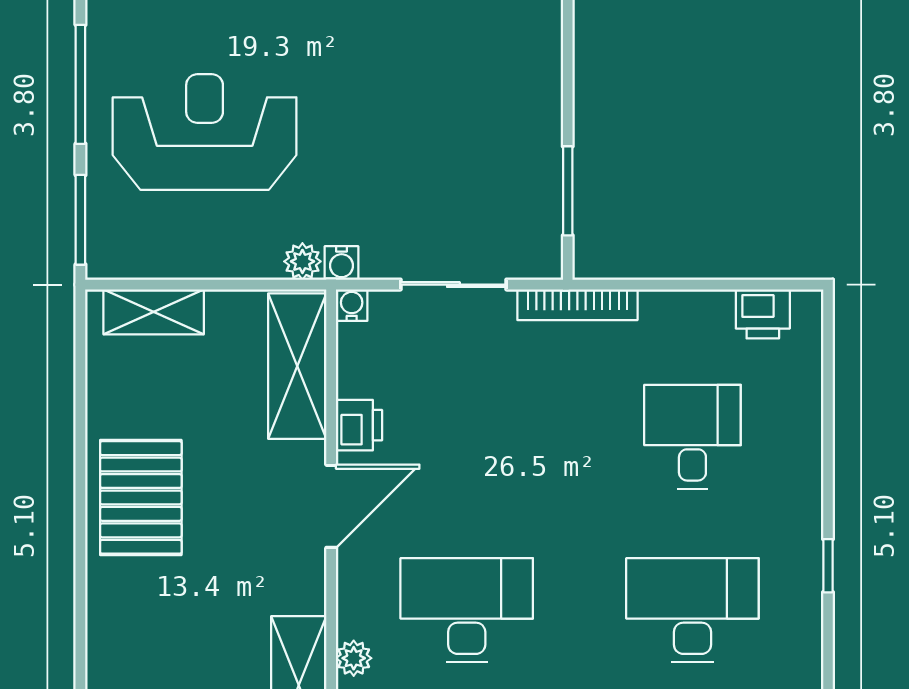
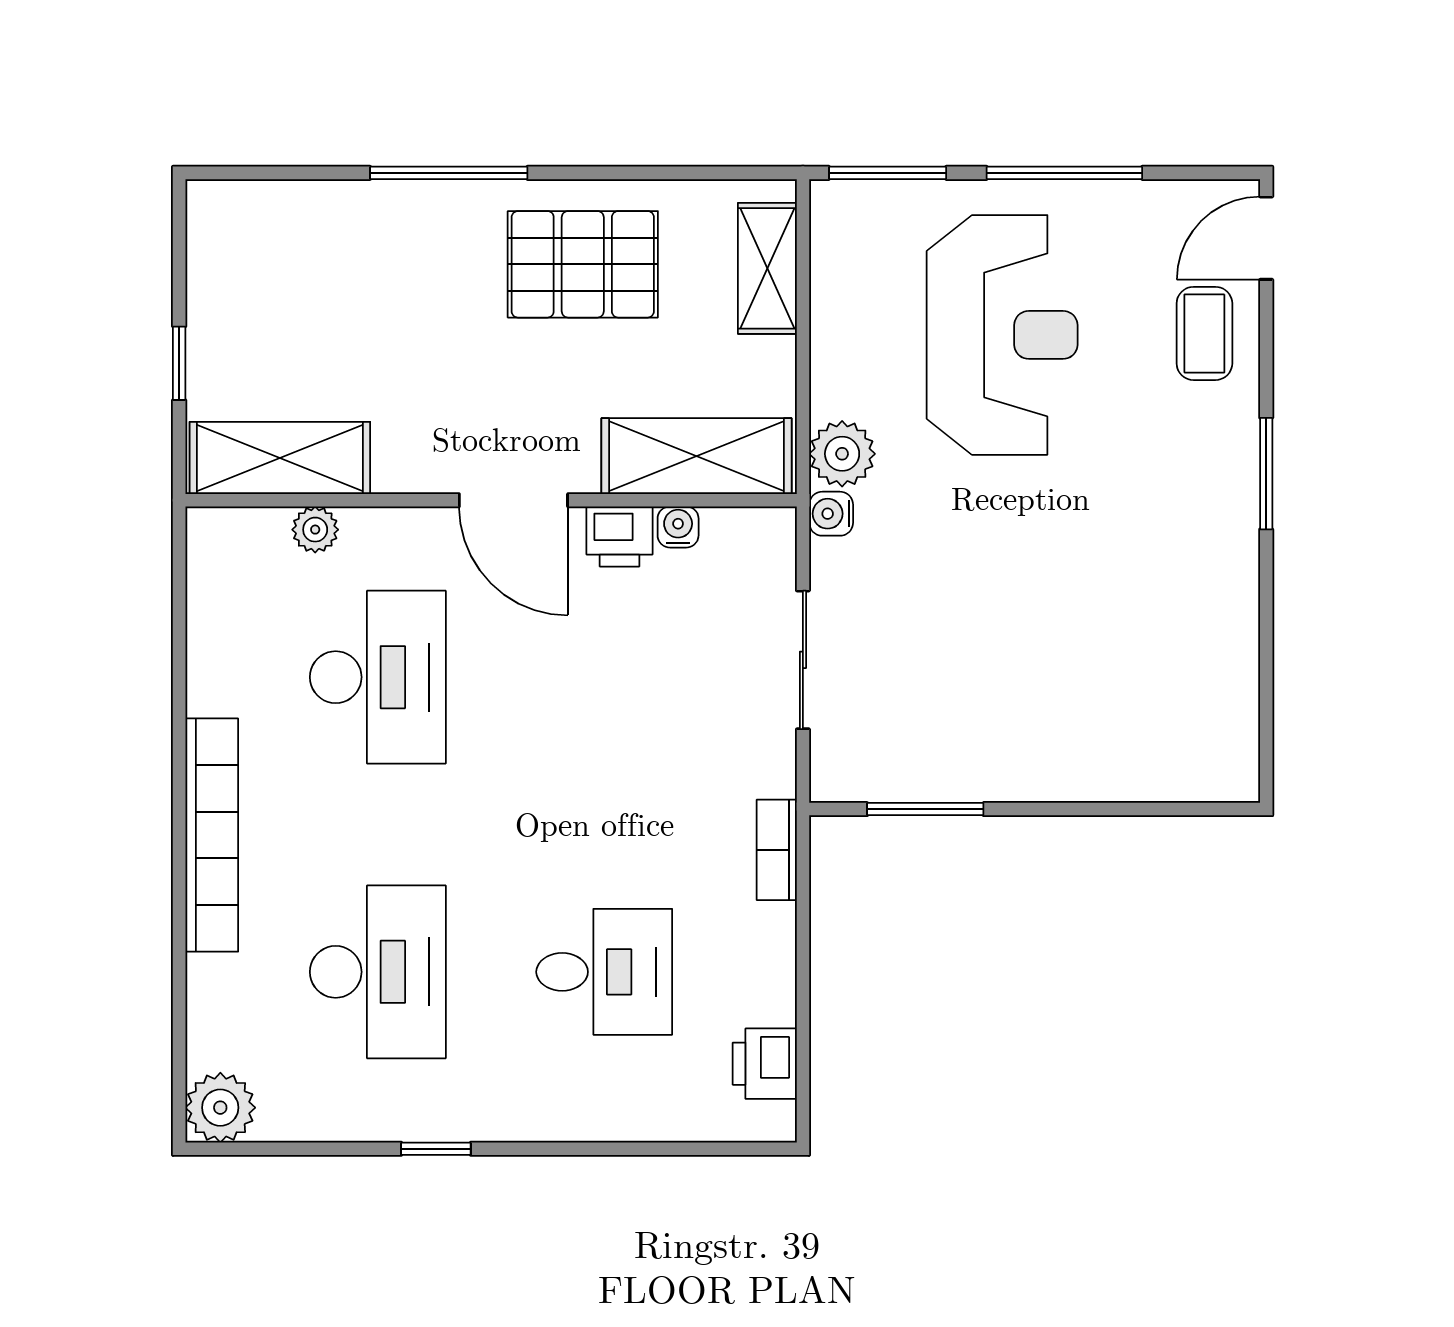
plant: (302, 261) -> (842, 454), width x1.38, depth x1.38
water cooler: (352, 305) -> (678, 527), moved, turned -90
bookcase: (577, 305) -> (777, 850), width x0.64
pallet: (141, 497) -> (583, 264), moved
window: (80, 556) -> (449, 173), added

